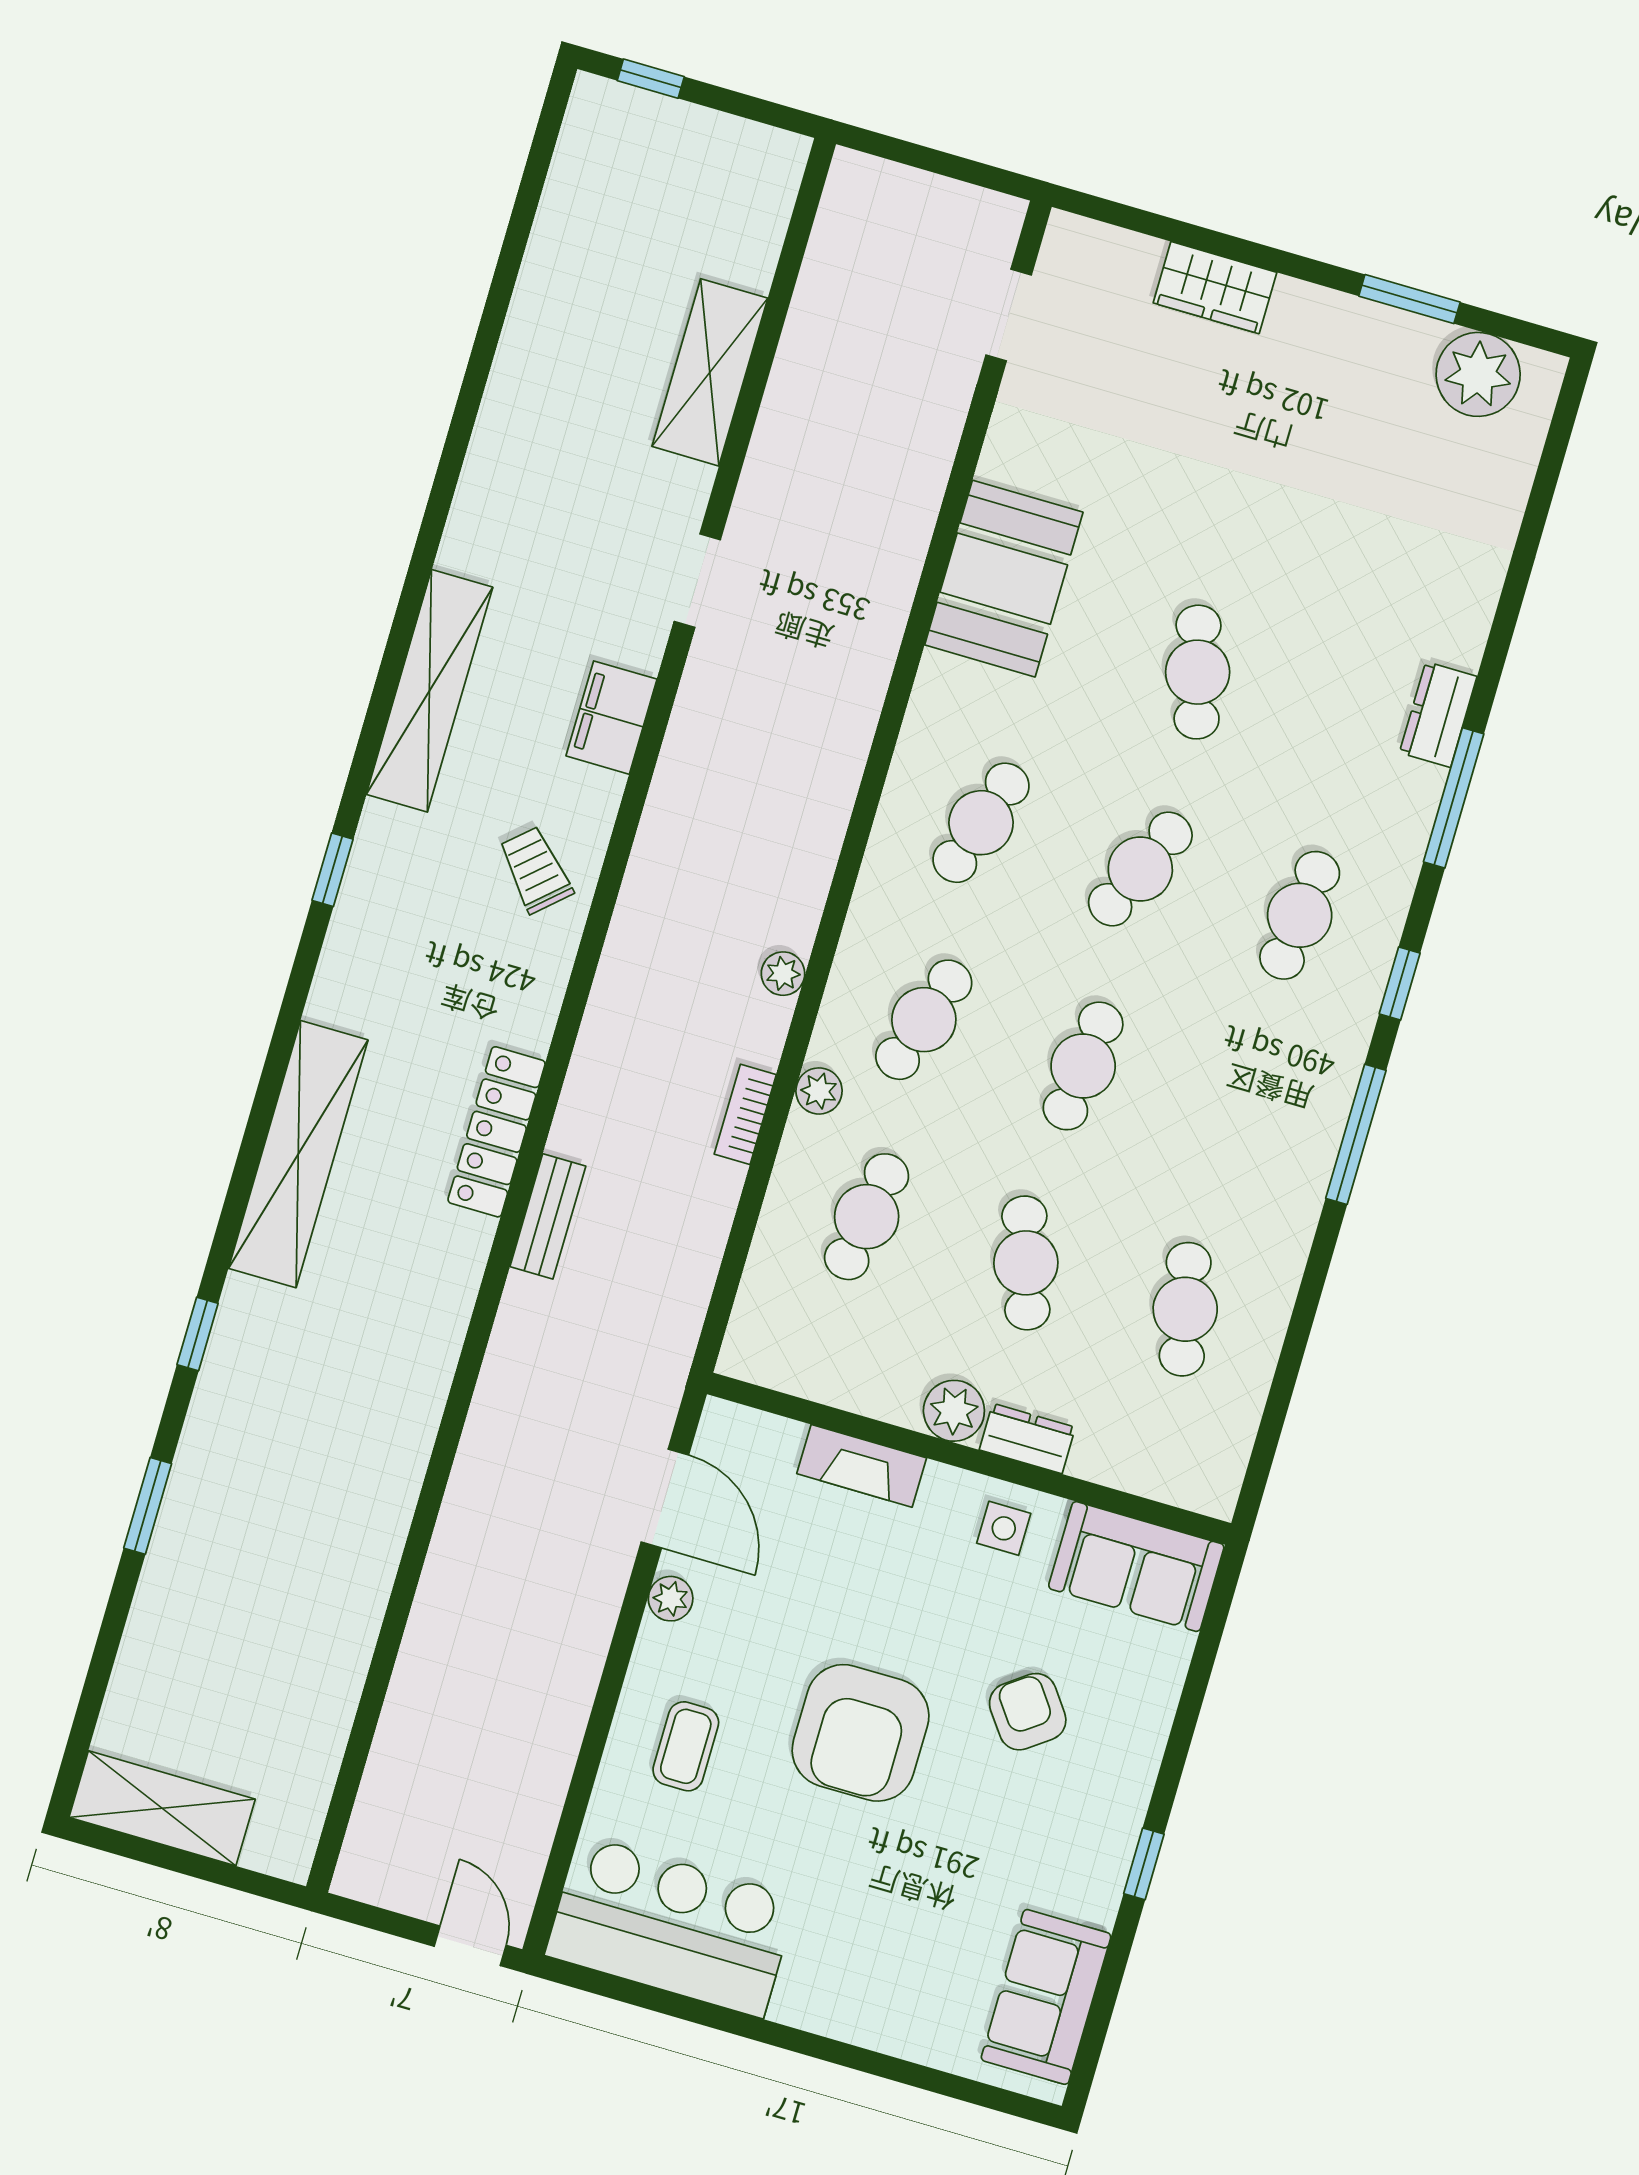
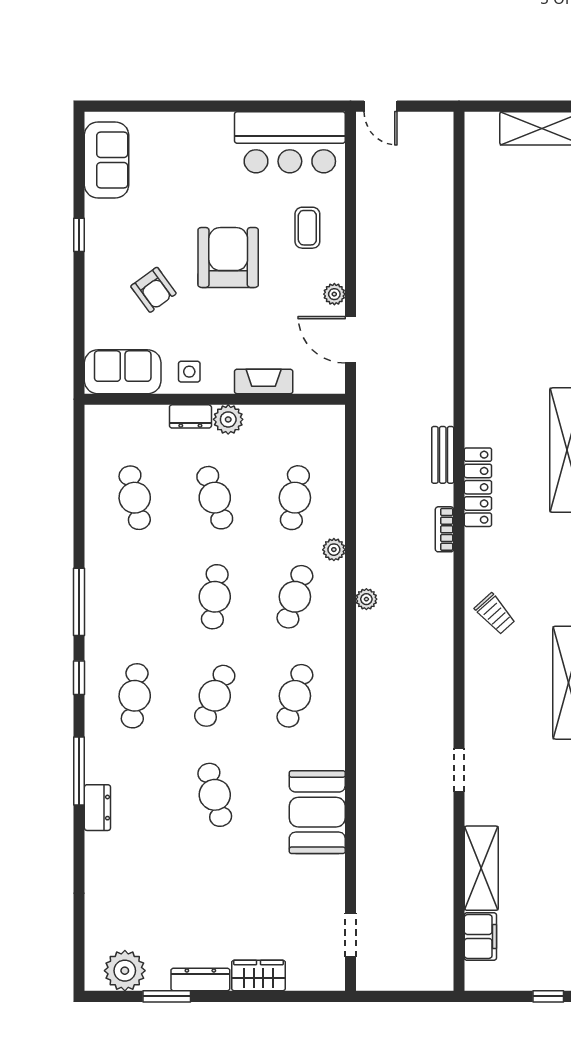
dresser: (1333, 313) -> (200, 979), added
filing cabinet: (612, 718) -> (480, 936), moved
bookcase: (745, 1114) -> (445, 529), moved, turned 180

